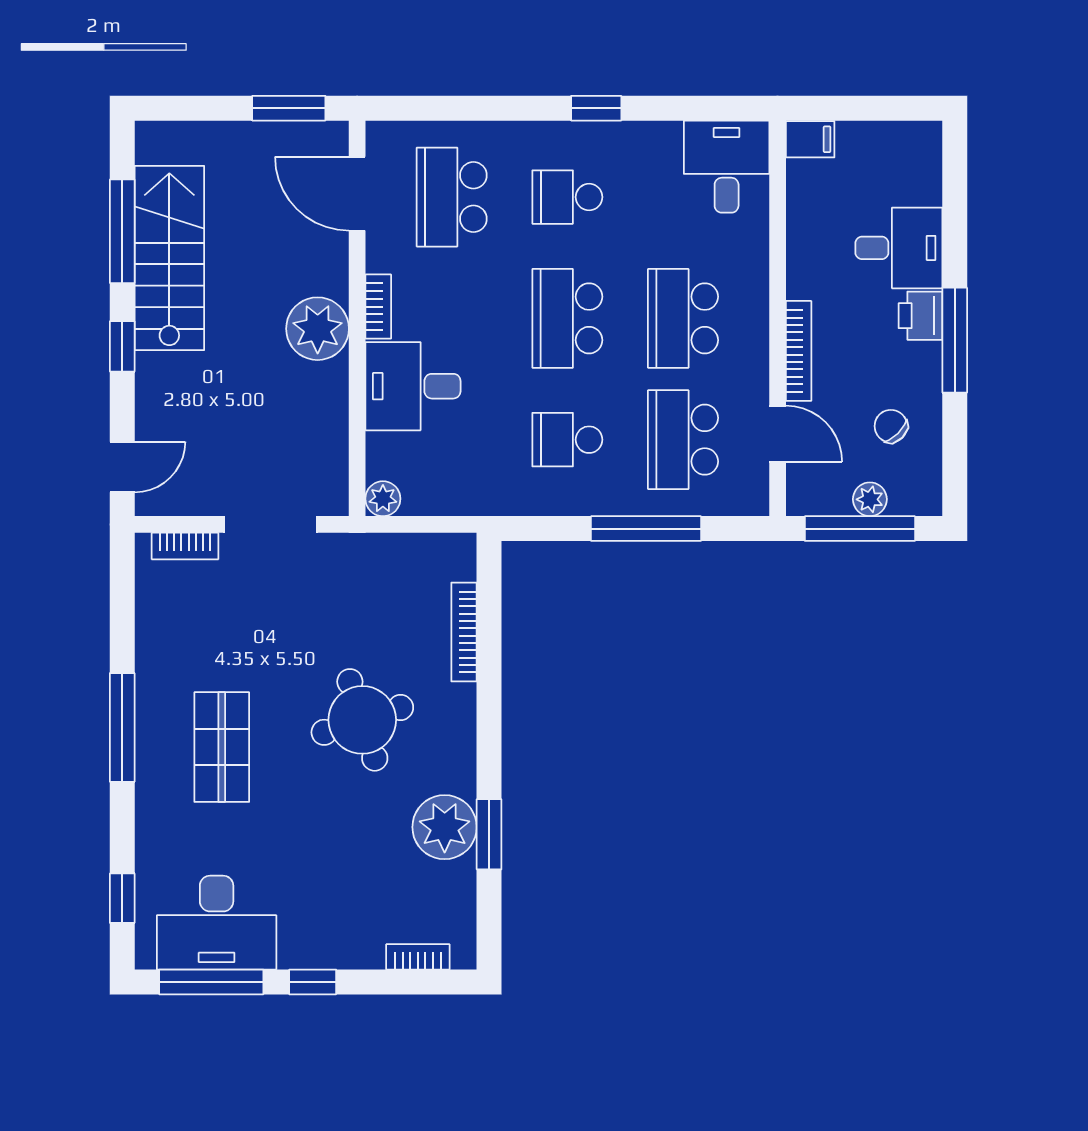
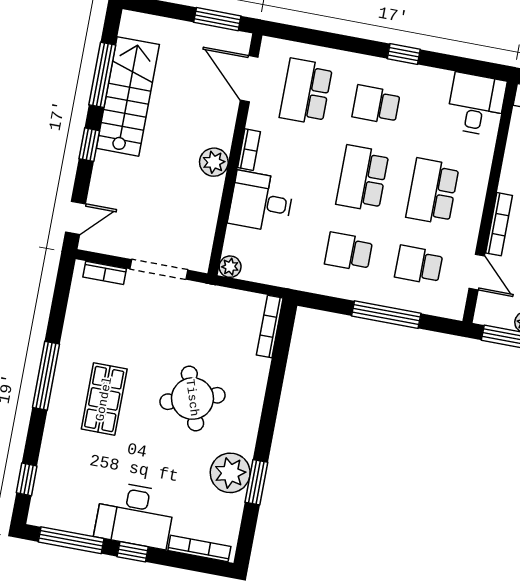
plant: (318, 329) -> (214, 162), width x0.73, depth x0.73
school desk: (683, 440) -> (419, 265), width x0.54
bookcase: (464, 632) -> (270, 326), moved
desk: (217, 923) -> (135, 515), moved
bookcase: (418, 957) -> (199, 549), width x1.56

